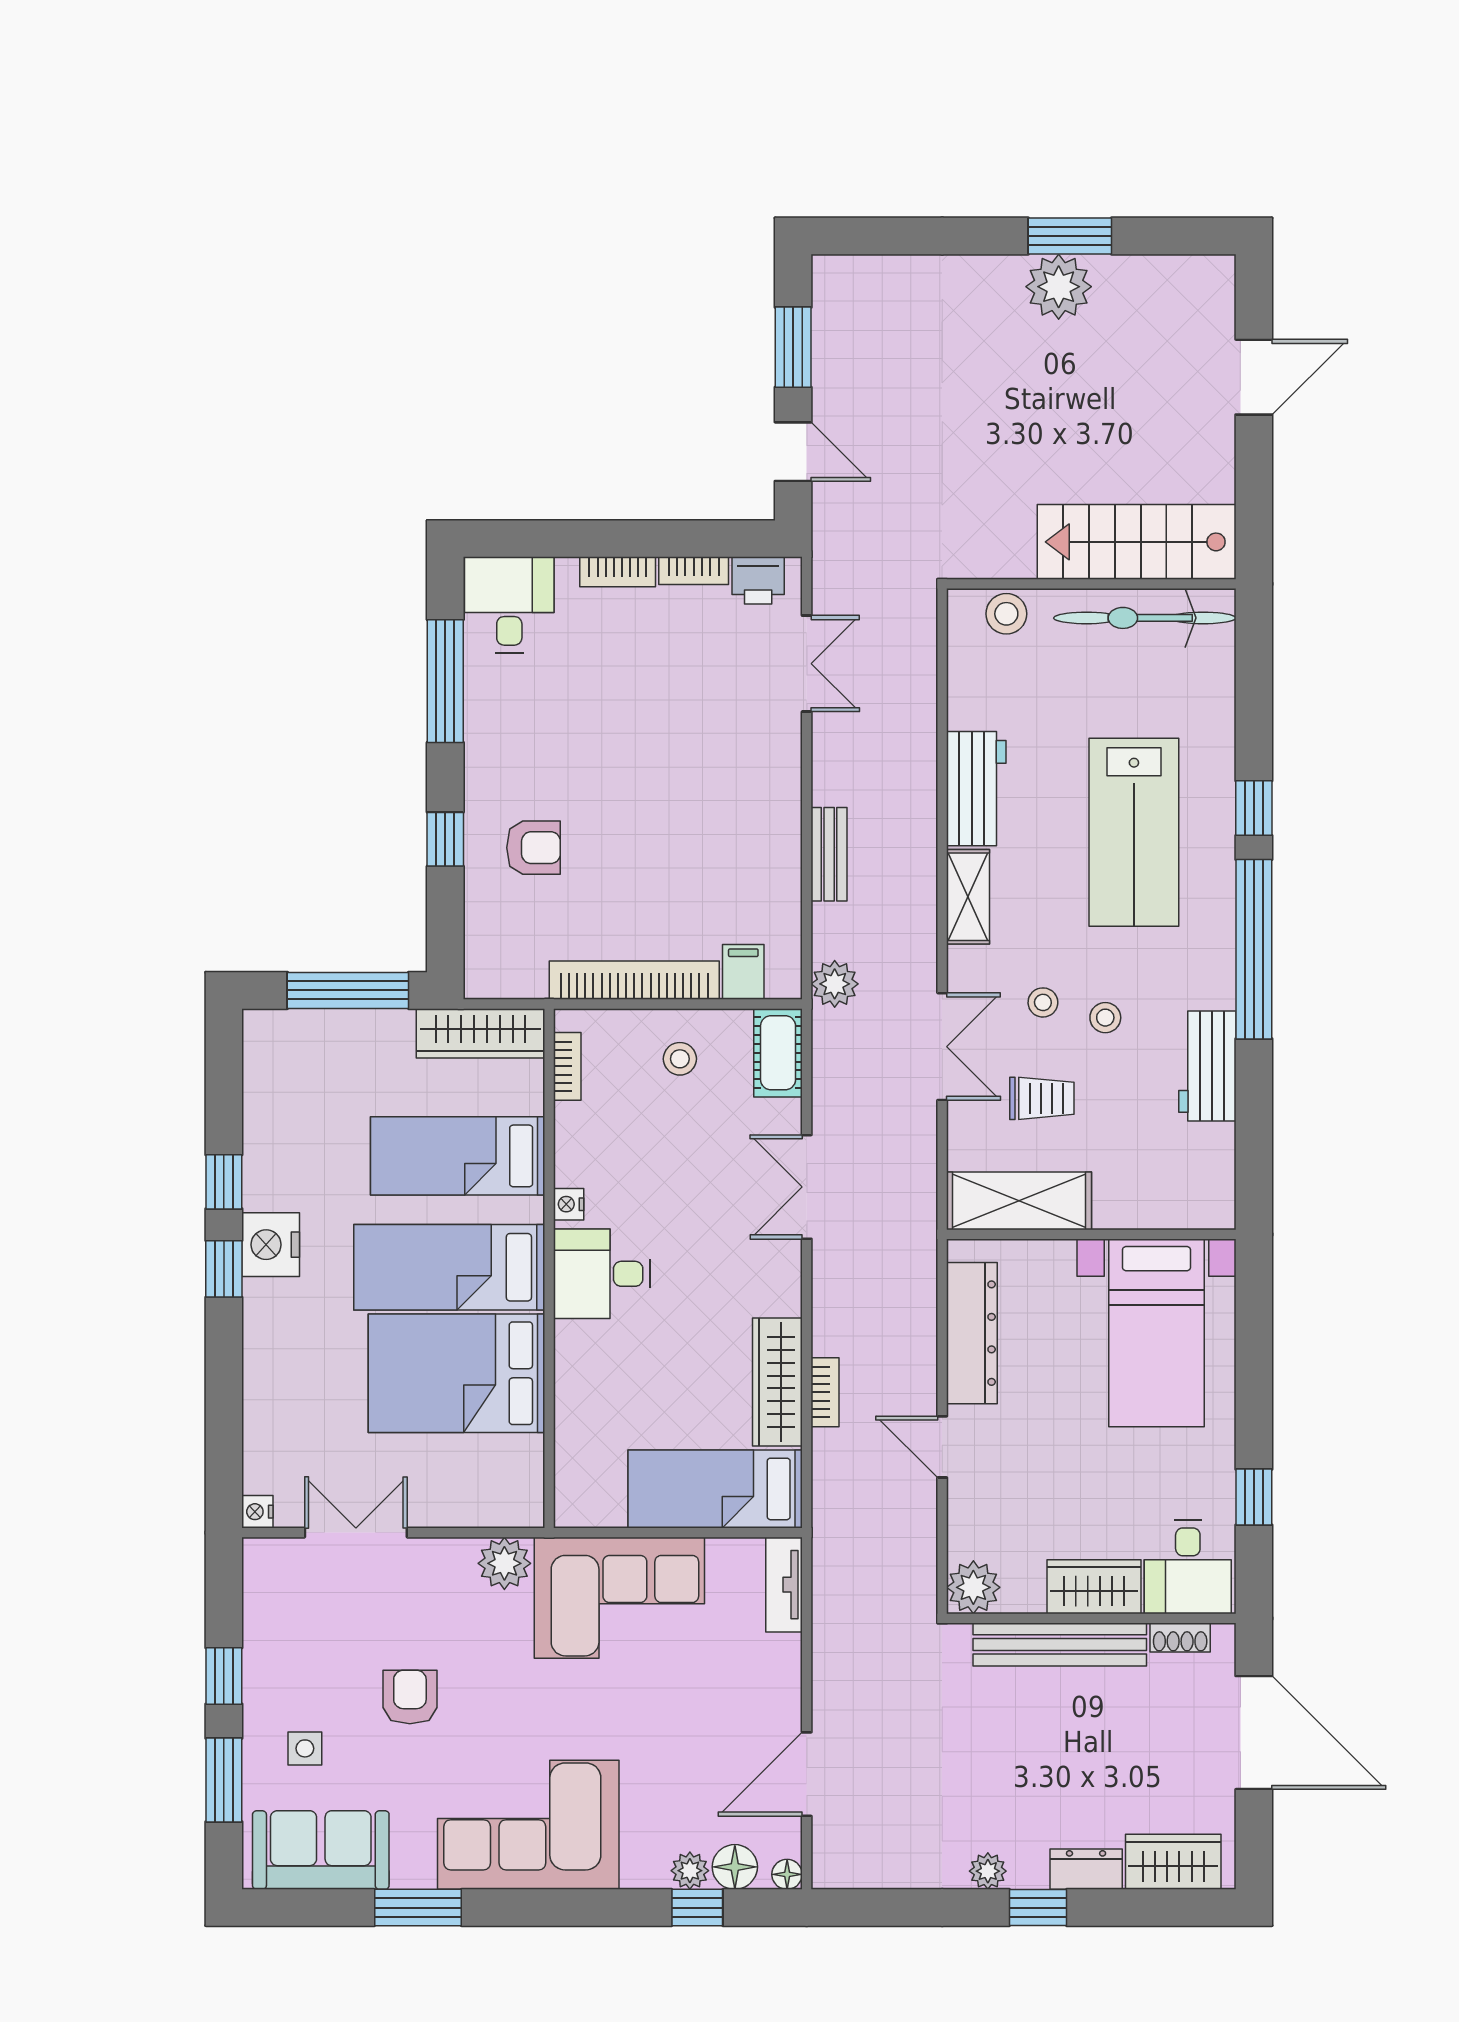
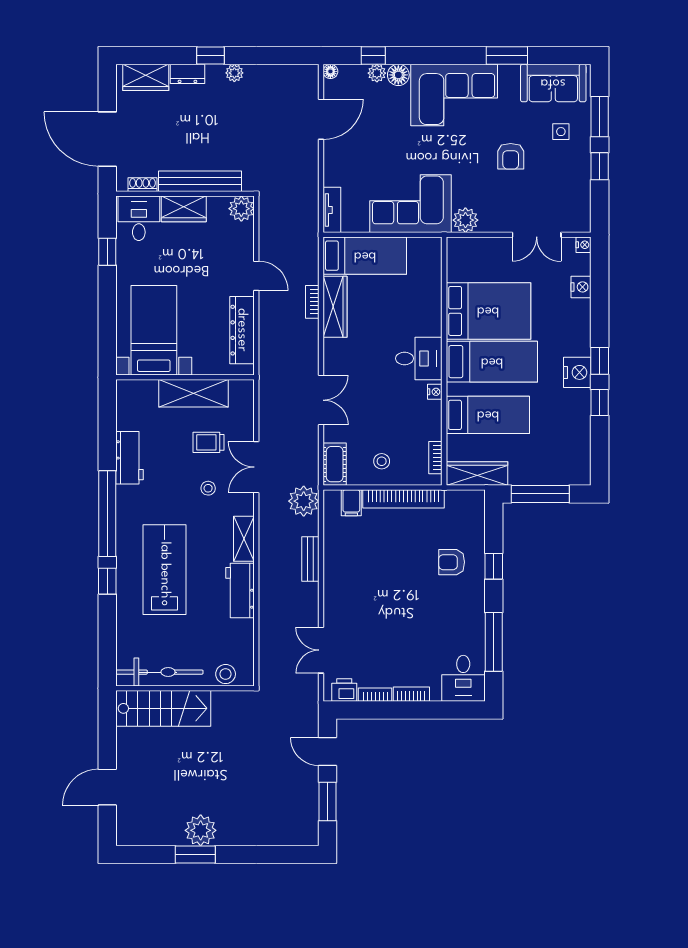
plant: (835, 984) -> (304, 501), width x1.36, depth x1.36
stool: (1105, 1018) -> (178, 481), removed
shelving: (1019, 1201) -> (194, 393), moved
nightstand: (263, 1424) -> (581, 287), added
floor lamp: (735, 1867) -> (398, 75), moved

